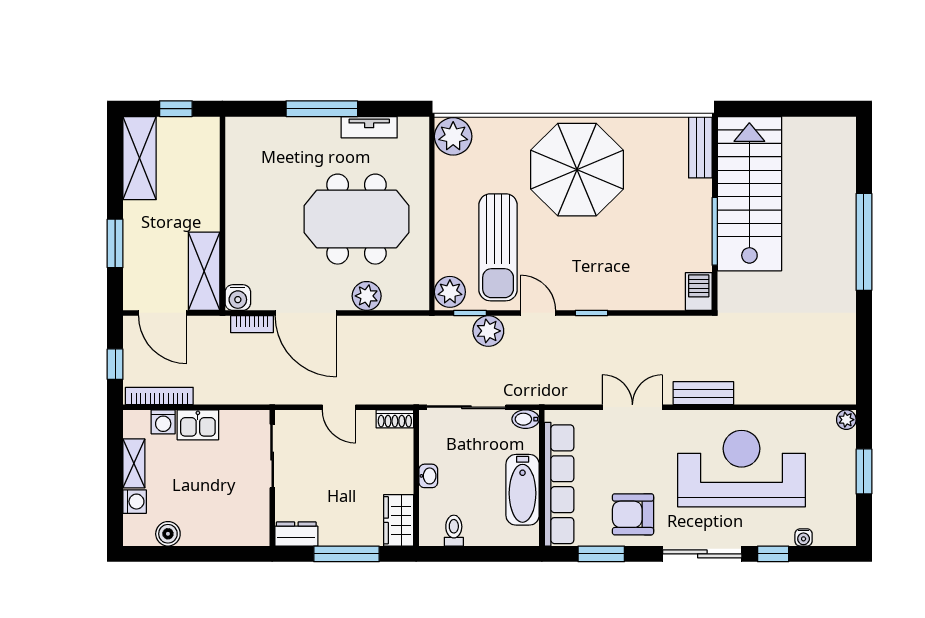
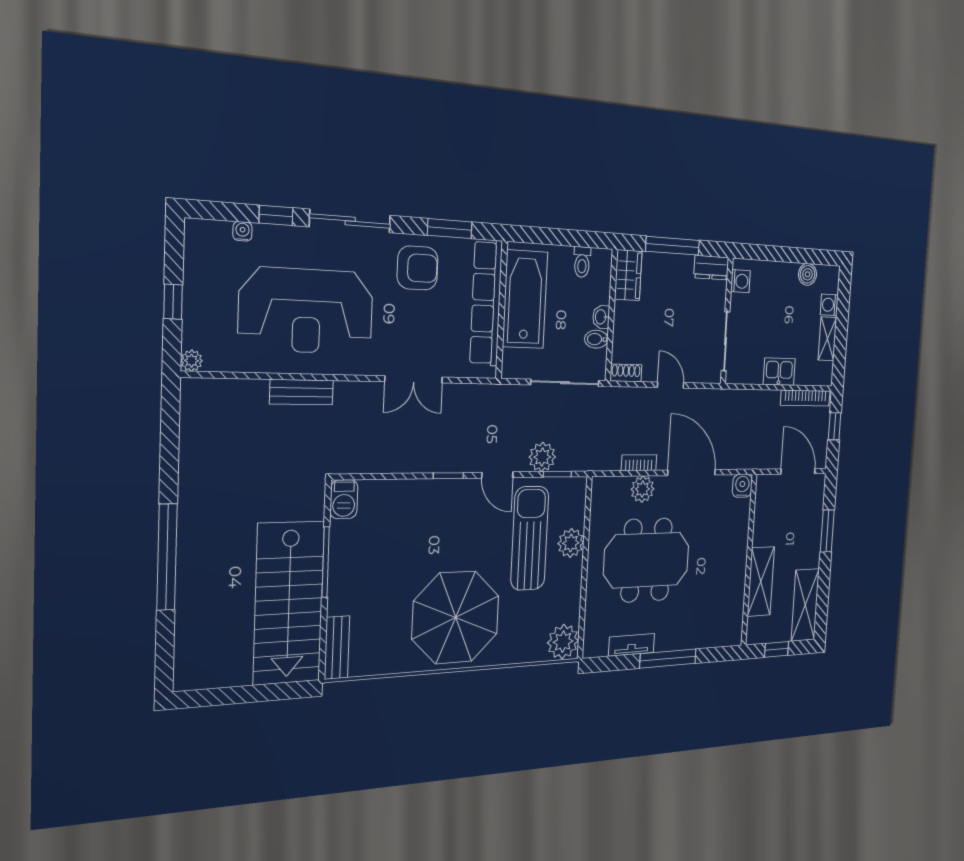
shelving: (204, 271) -> (761, 582), moved
plant: (450, 292) -> (571, 543), moved
bookcase: (252, 324) -> (639, 463), moved
bench: (703, 393) -> (302, 392), moved
bidet: (526, 419) -> (596, 339), moved, turned 180
washing machine: (163, 422) -> (740, 281), moved, turned 90
window: (864, 471) -> (173, 302), width x0.67
bathtub: (523, 490) -> (525, 299), width x1.36, depth x1.36

